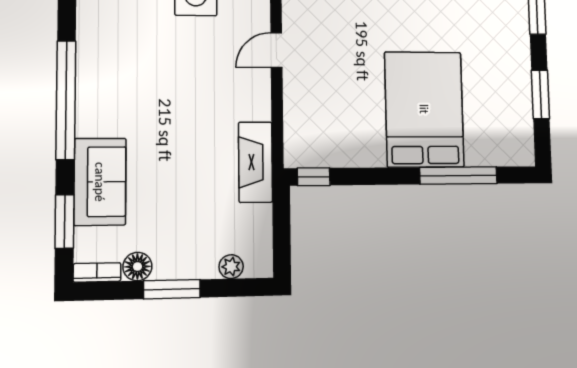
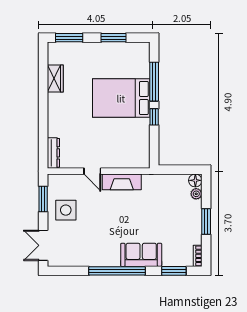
fireplace: (255, 162) -> (122, 182), moved
window: (314, 177) -> (154, 117), moved
sofa: (100, 182) -> (141, 255), moved
floor lamp: (137, 267) -> (195, 180), moved

